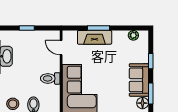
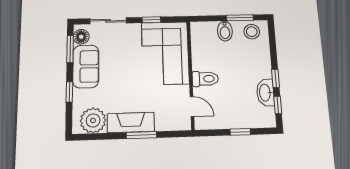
plant: (133, 35) -> (93, 120), width x1.87, depth x1.87
fireplace: (95, 37) -> (131, 123), moved
toilet: (50, 78) -> (205, 79), moved

